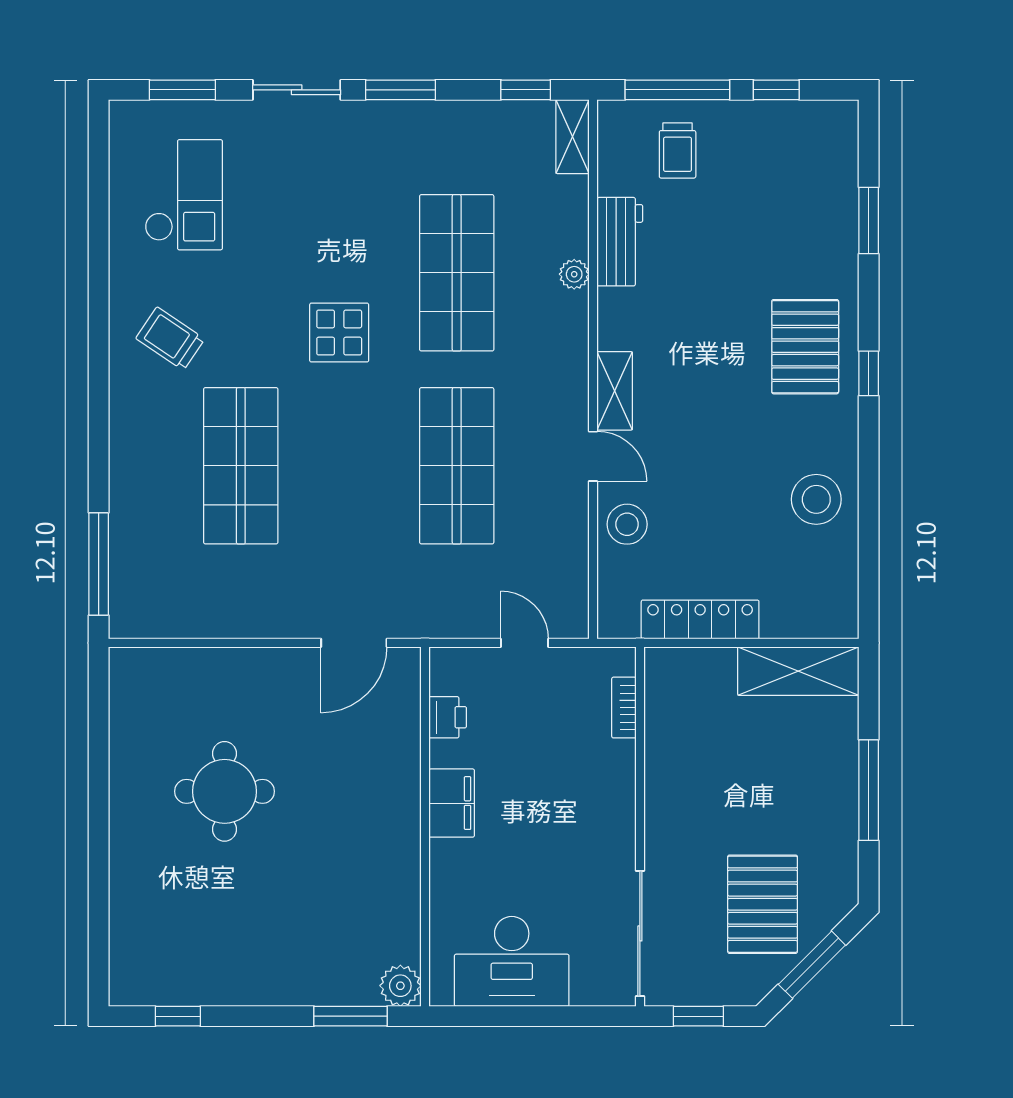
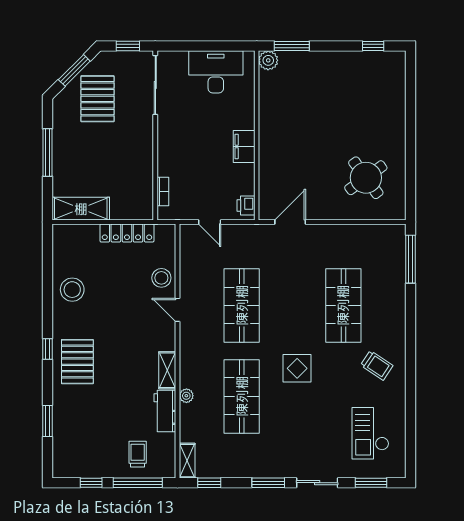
shelving: (615, 391) -> (167, 370), moved
printer: (448, 717) -> (246, 206), moved
round table: (225, 791) -> (366, 178), moved, turned -36

